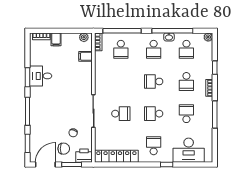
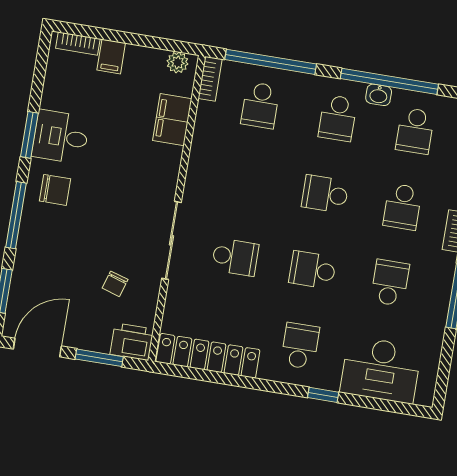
filing cabinet: (86, 56) -> (172, 120), width x2.00
chair: (64, 149) -> (55, 190), moved

